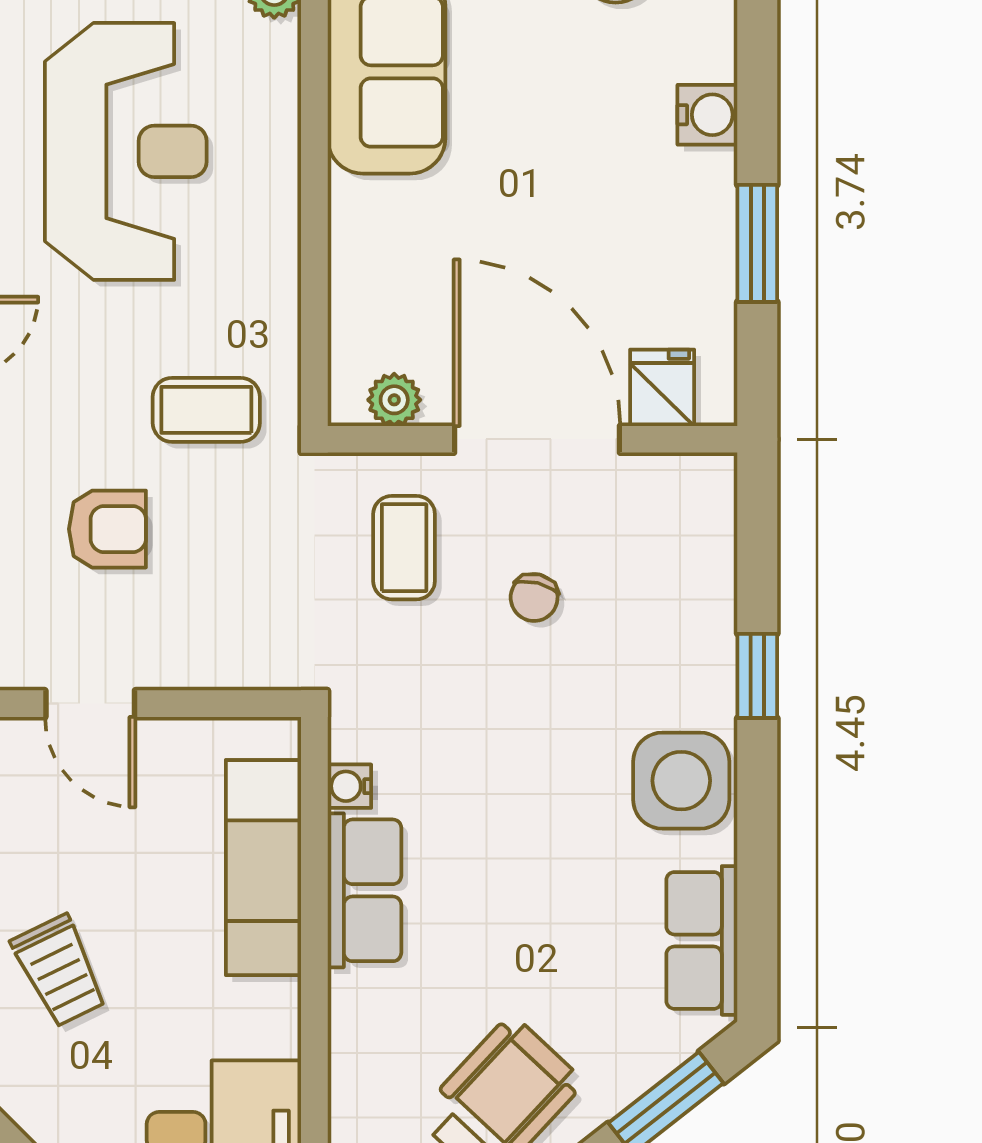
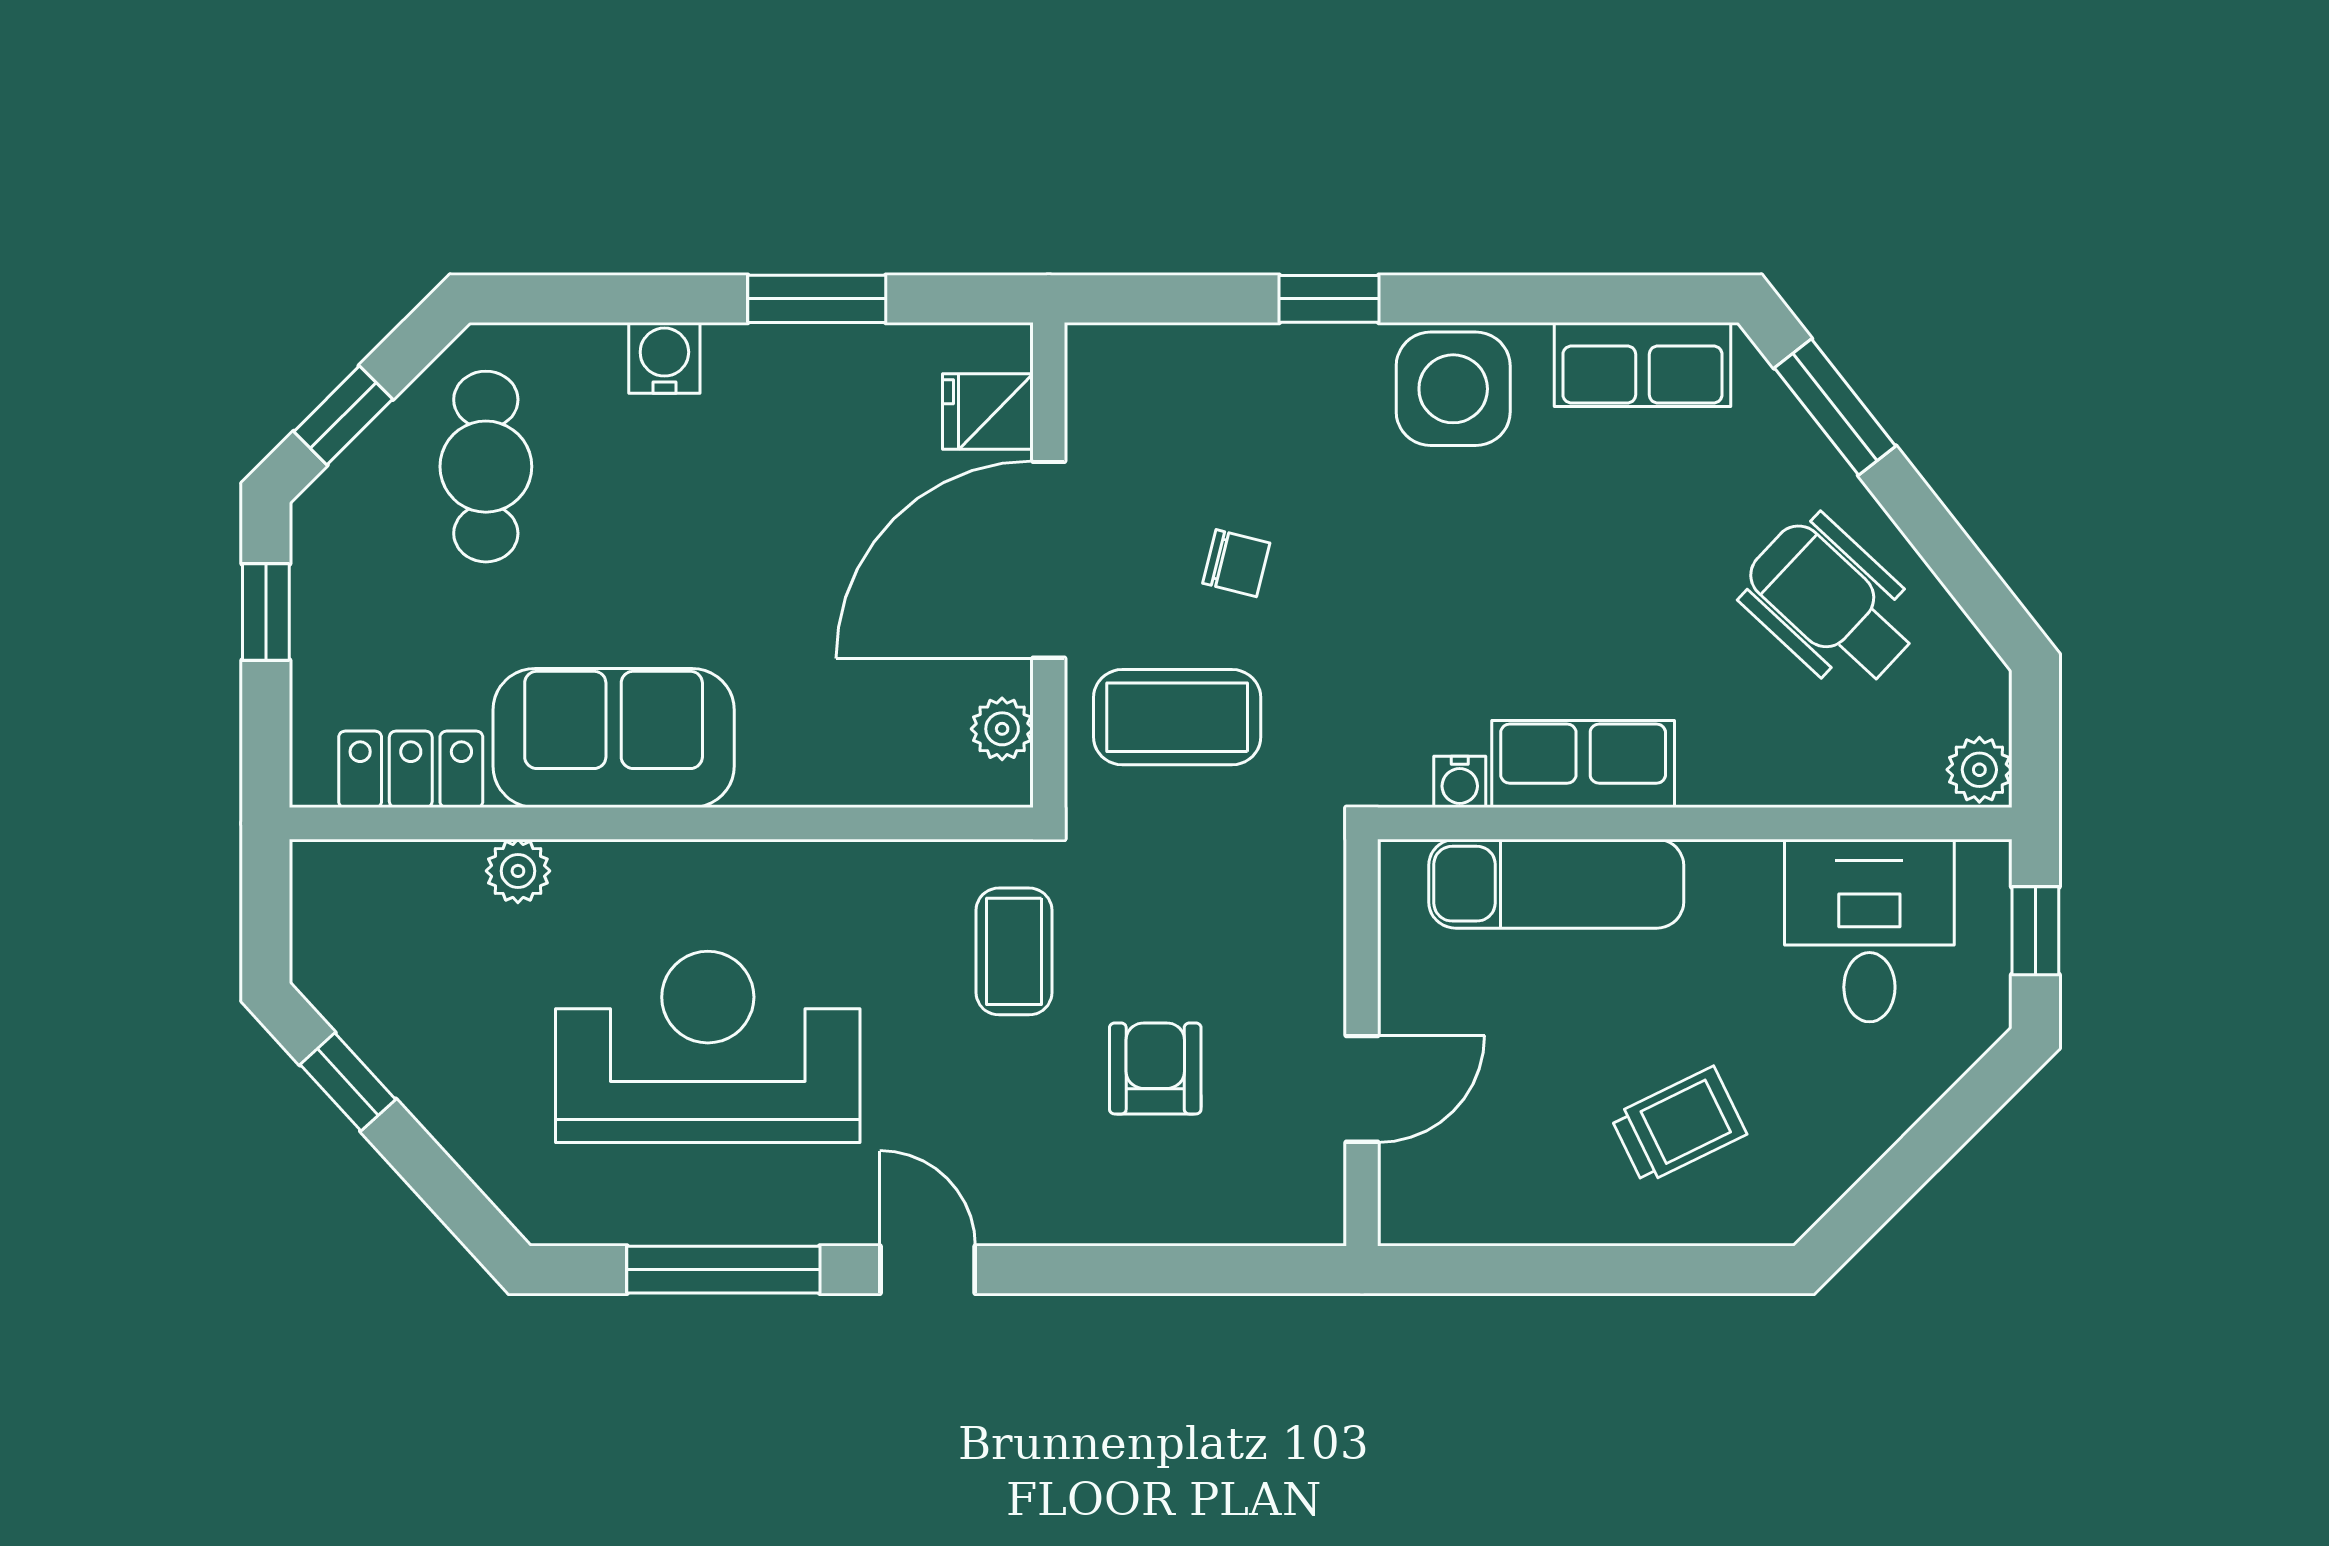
coffee table: (404, 548) -> (1177, 717), width x1.36, depth x1.30

